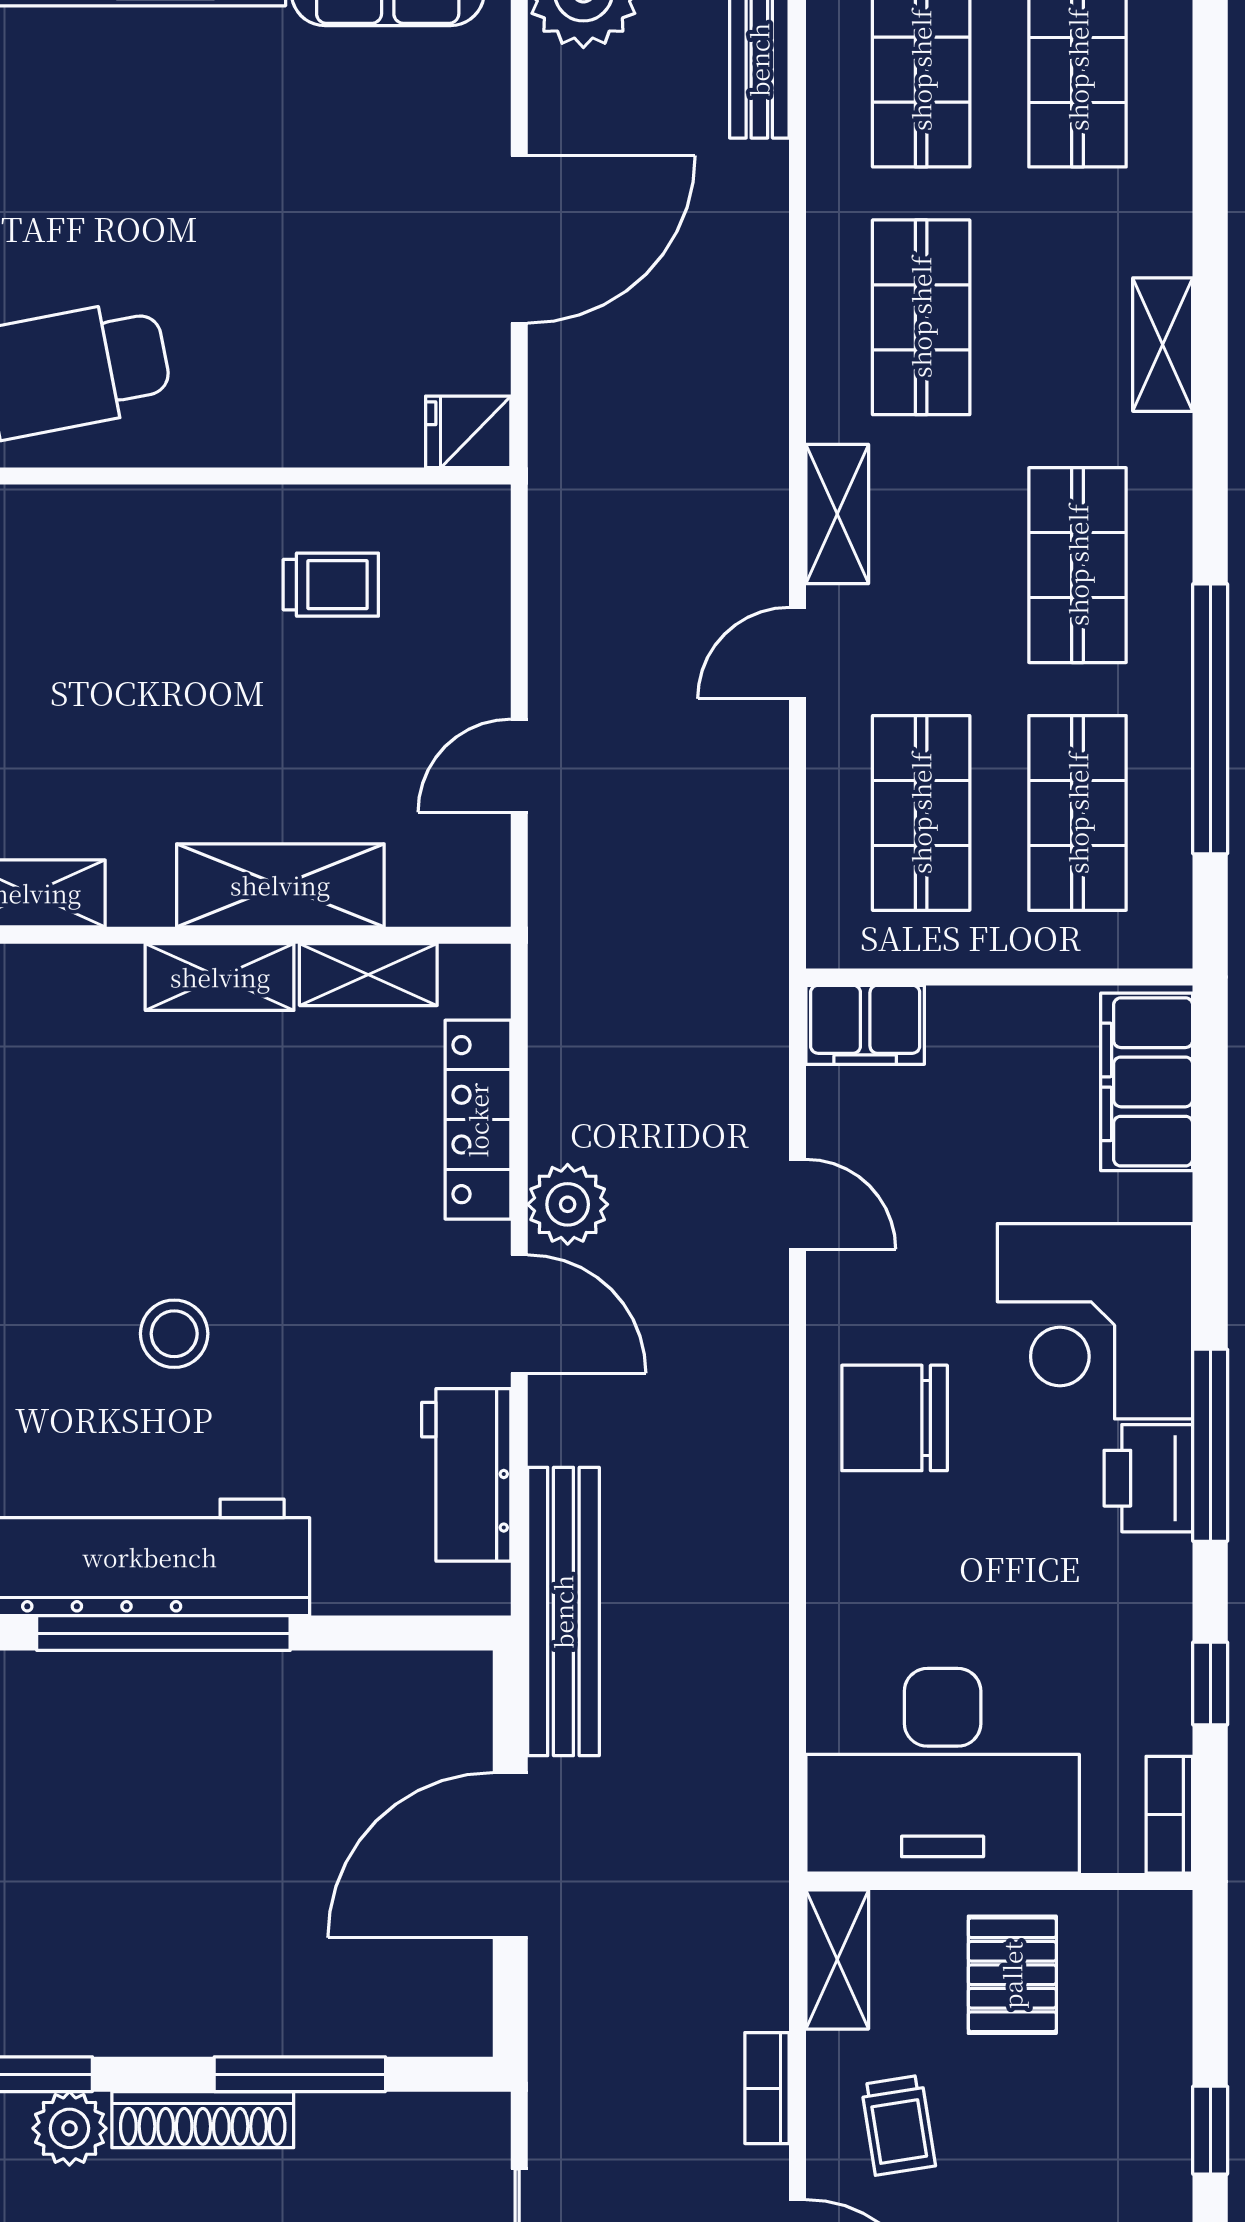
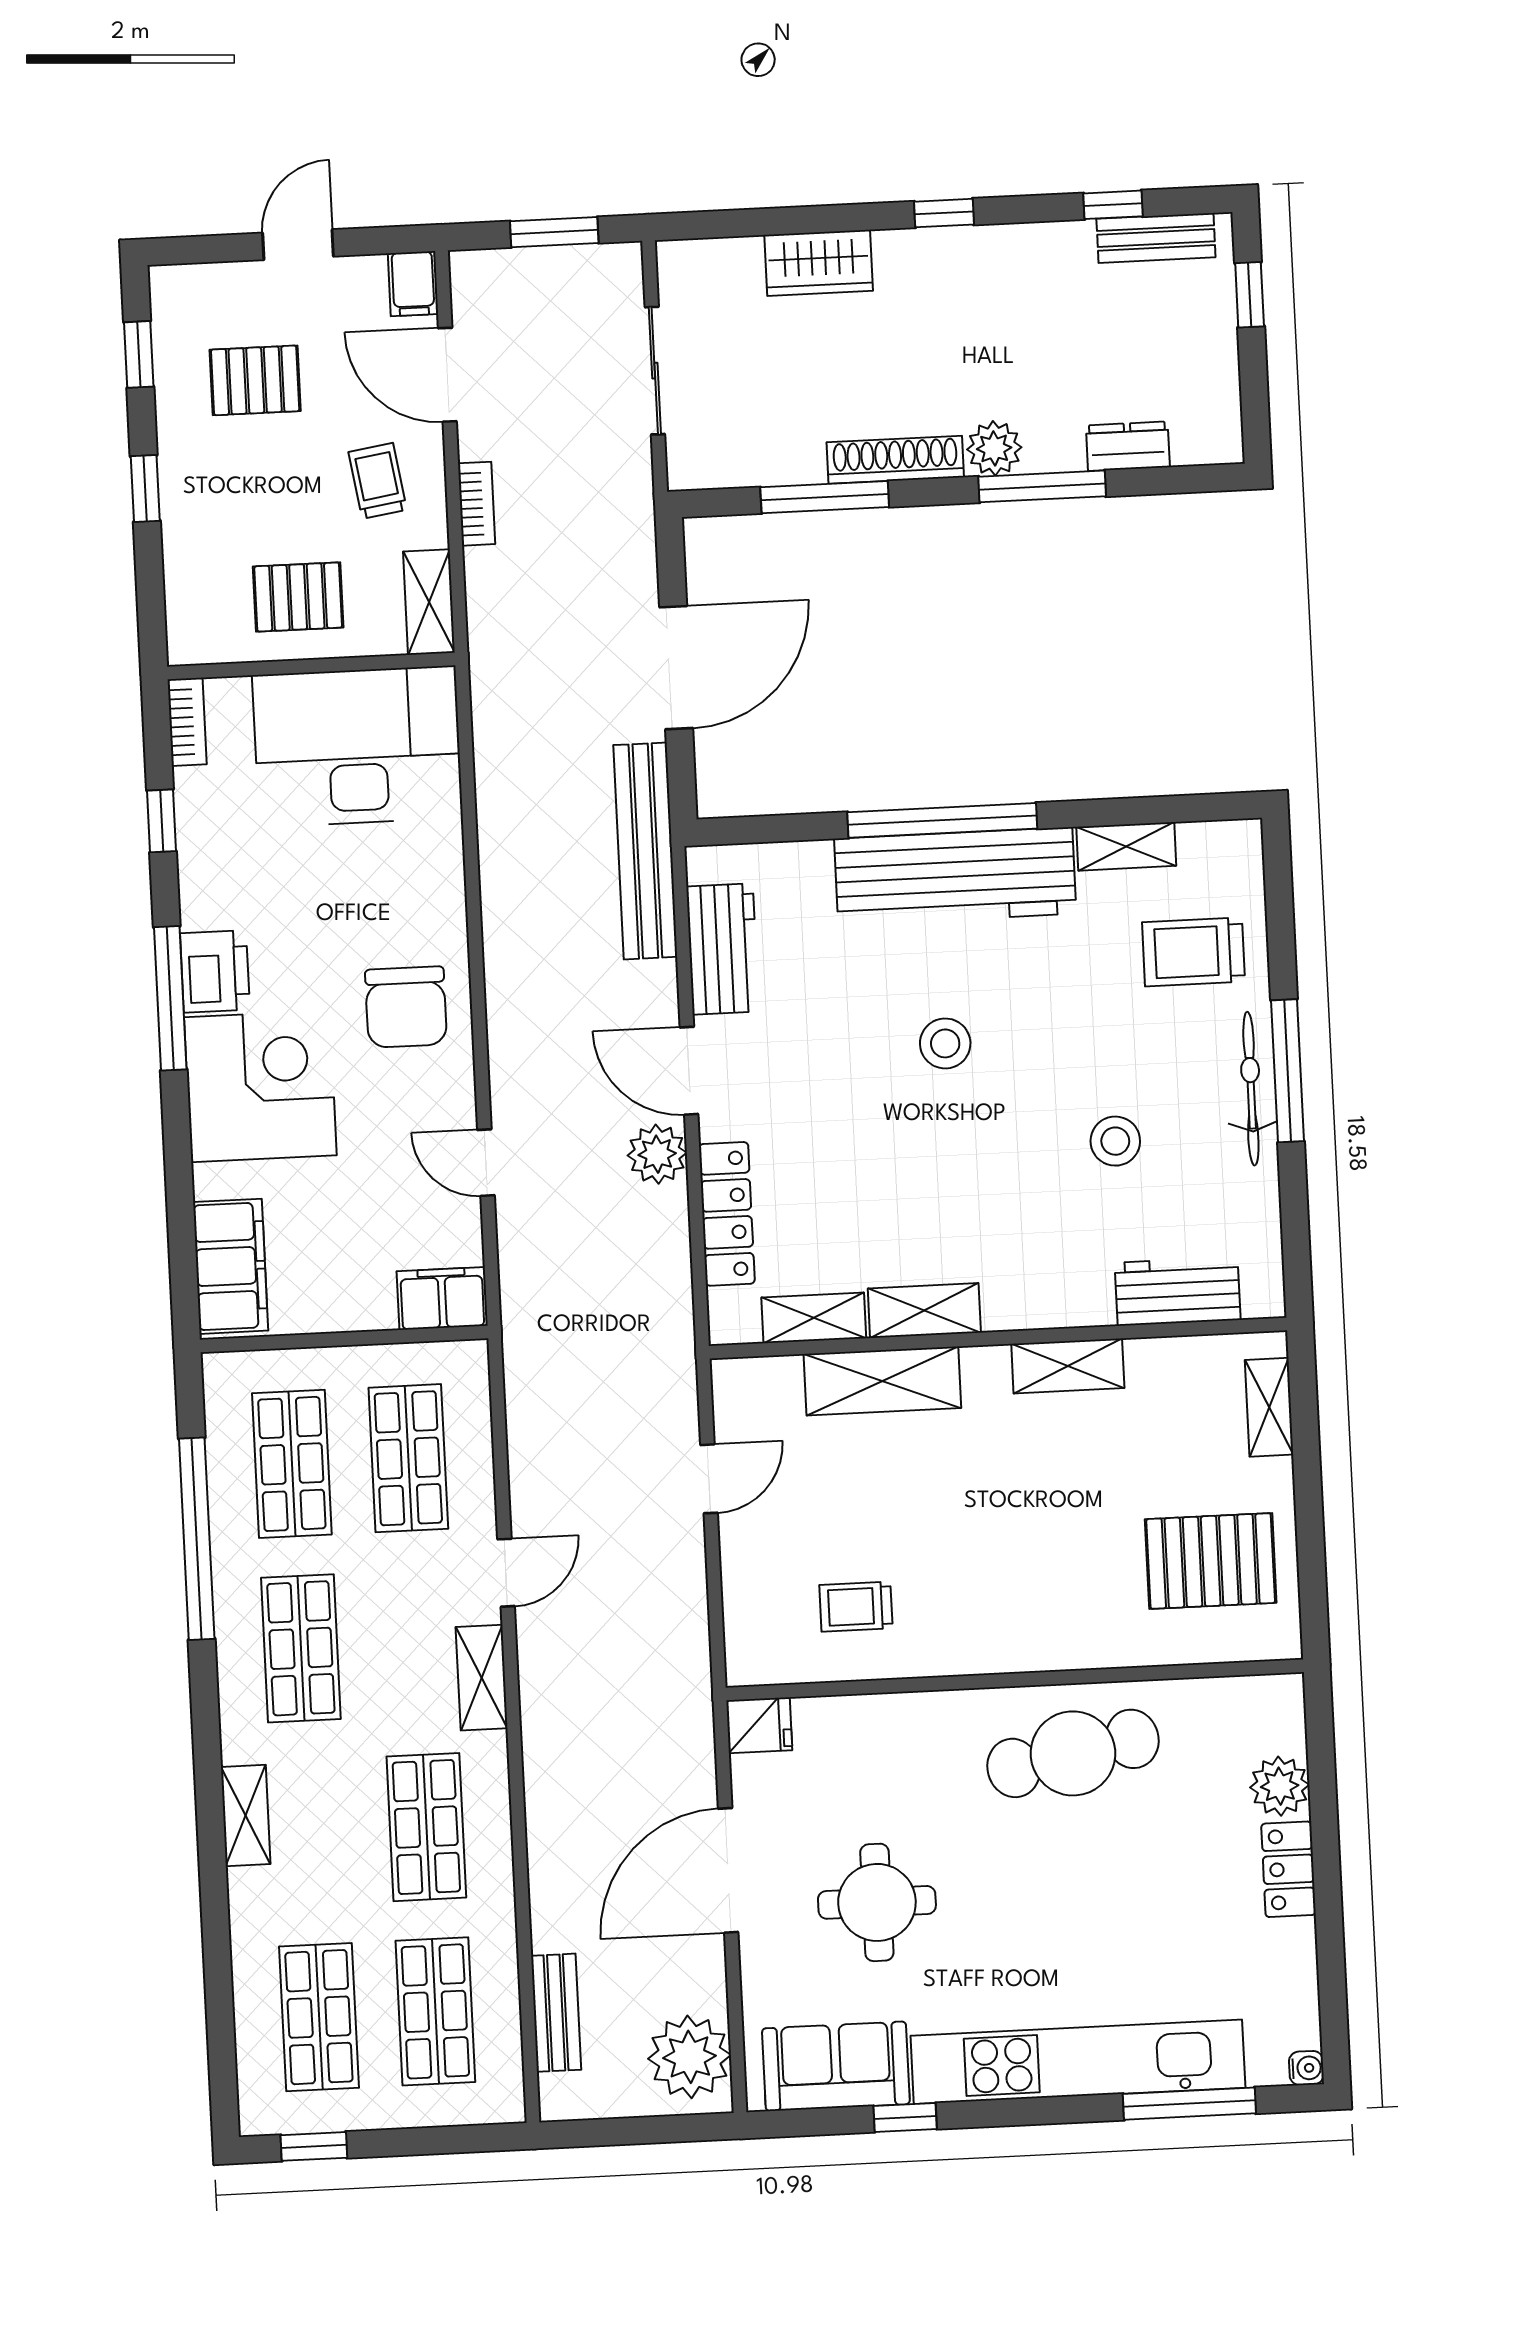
round table: (322, 187) -> (877, 1902), added
chair: (895, 1418) -> (406, 1007), turned 90
pallet: (1012, 1975) -> (298, 597), turned 90

